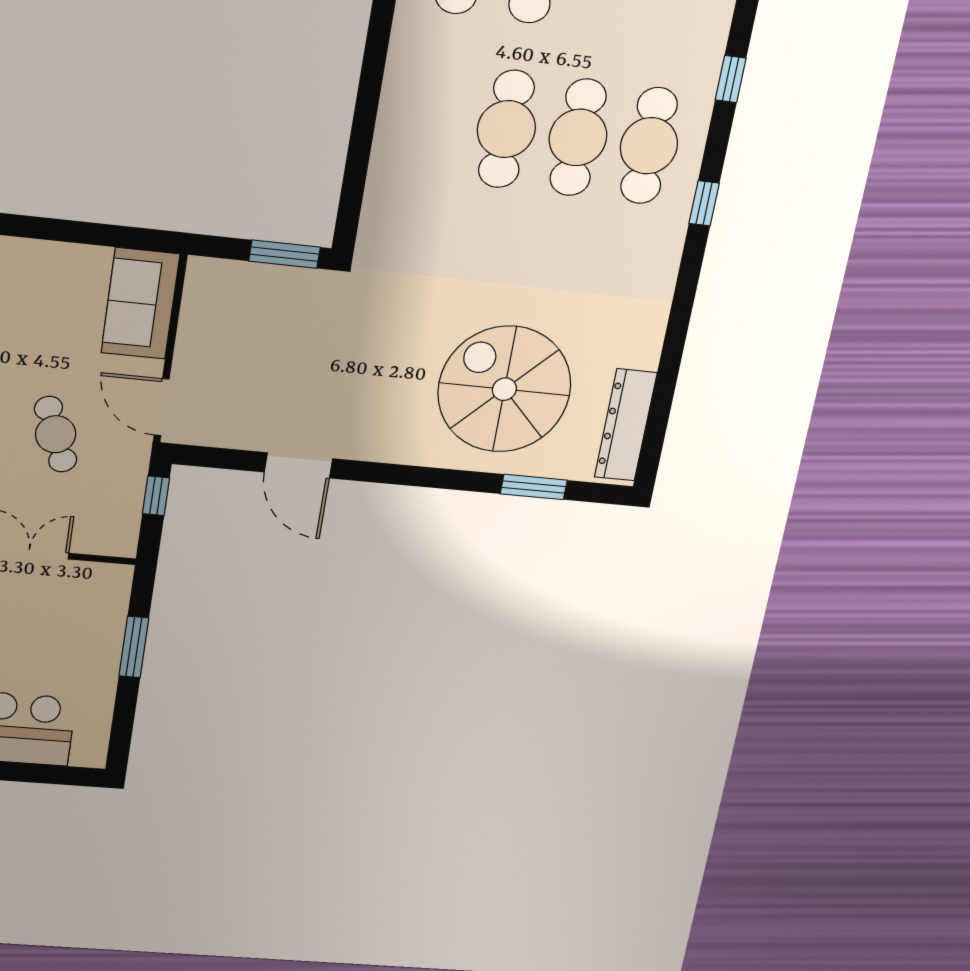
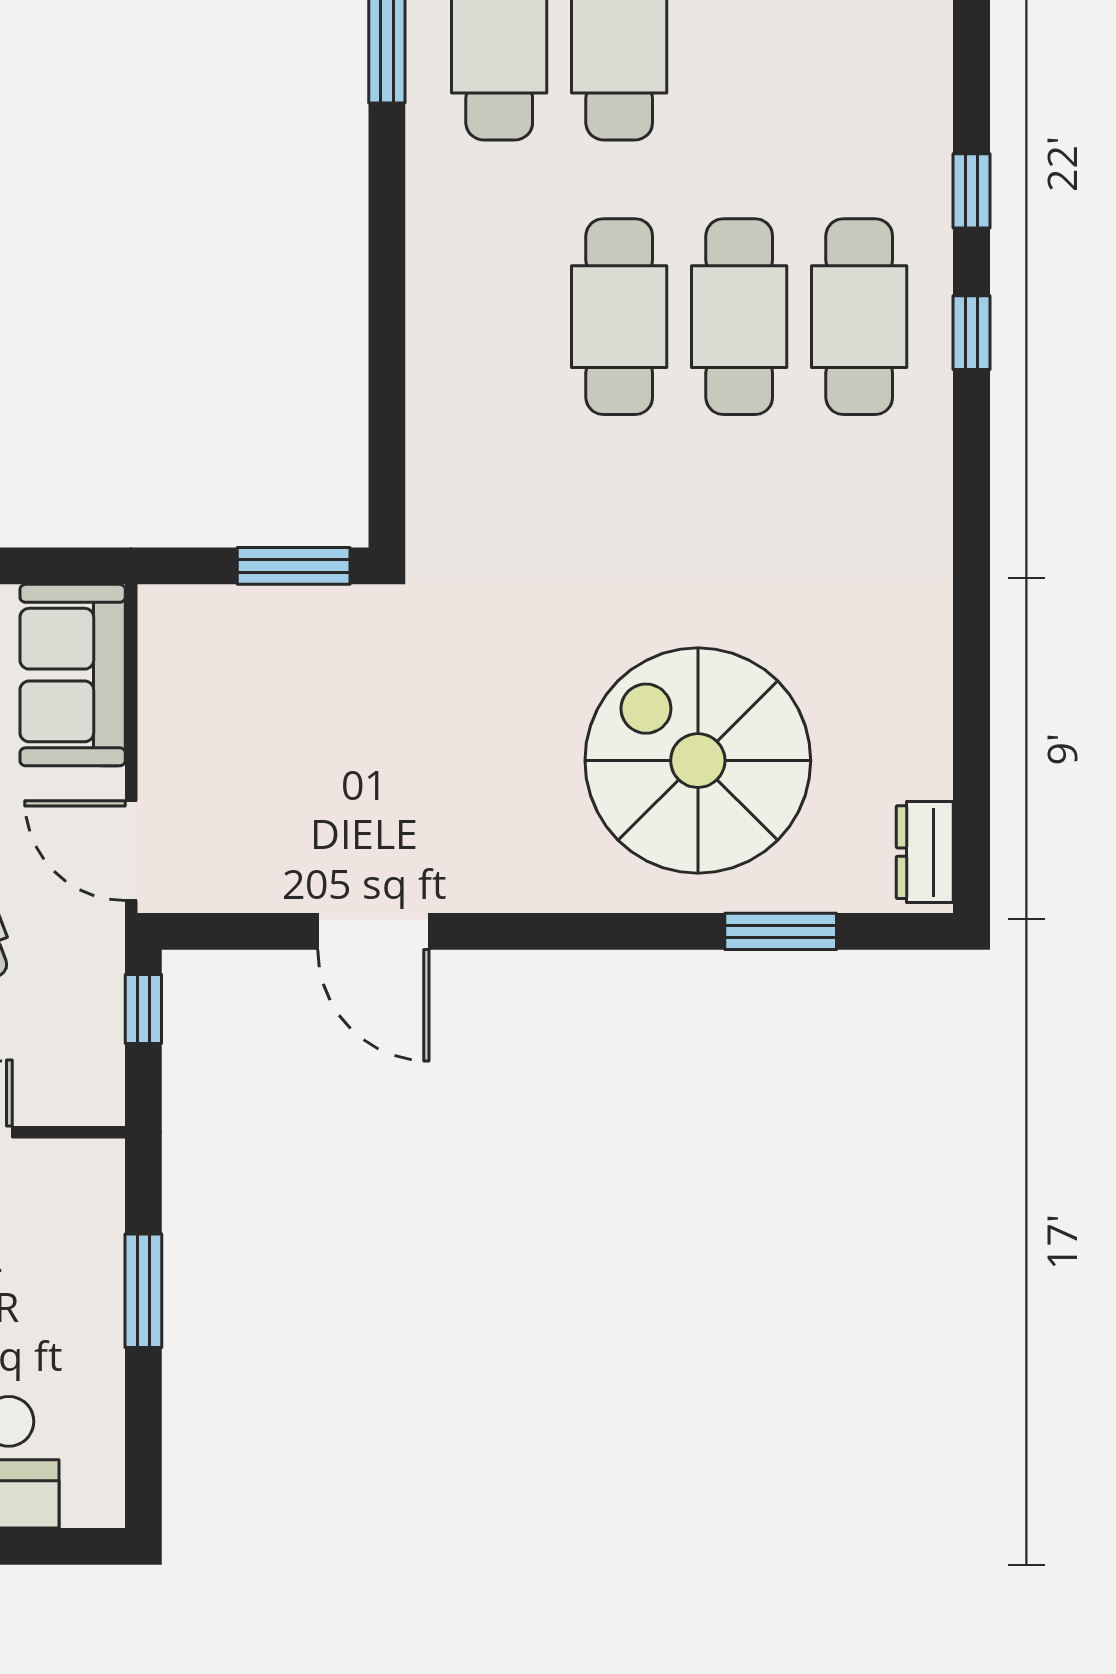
window: (704, 203) -> (971, 333), moved
dresser: (626, 425) -> (925, 852), width x0.51, depth x0.80

